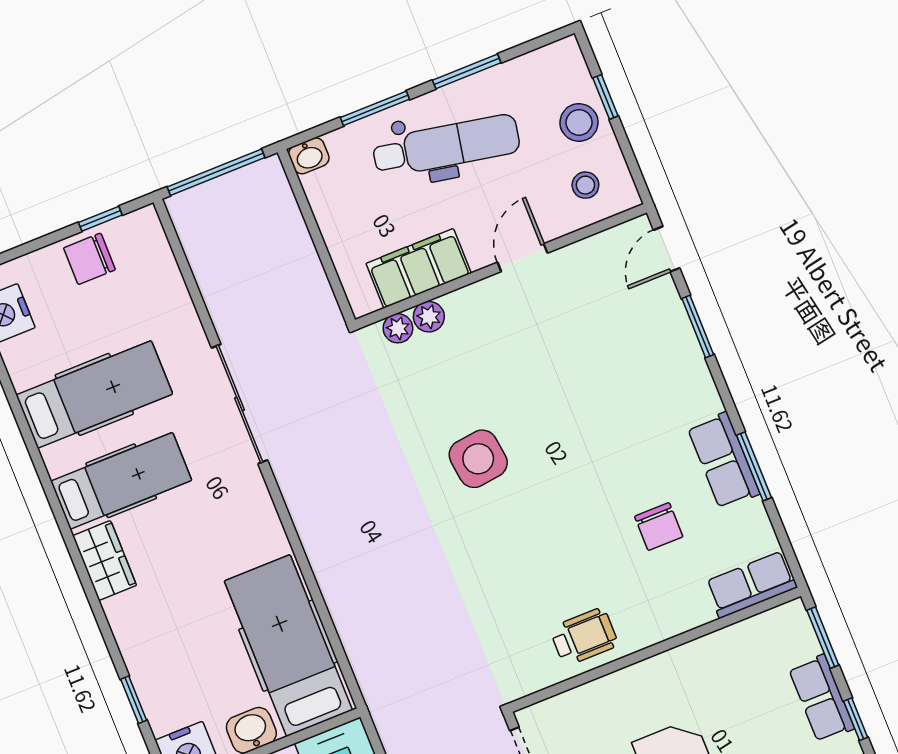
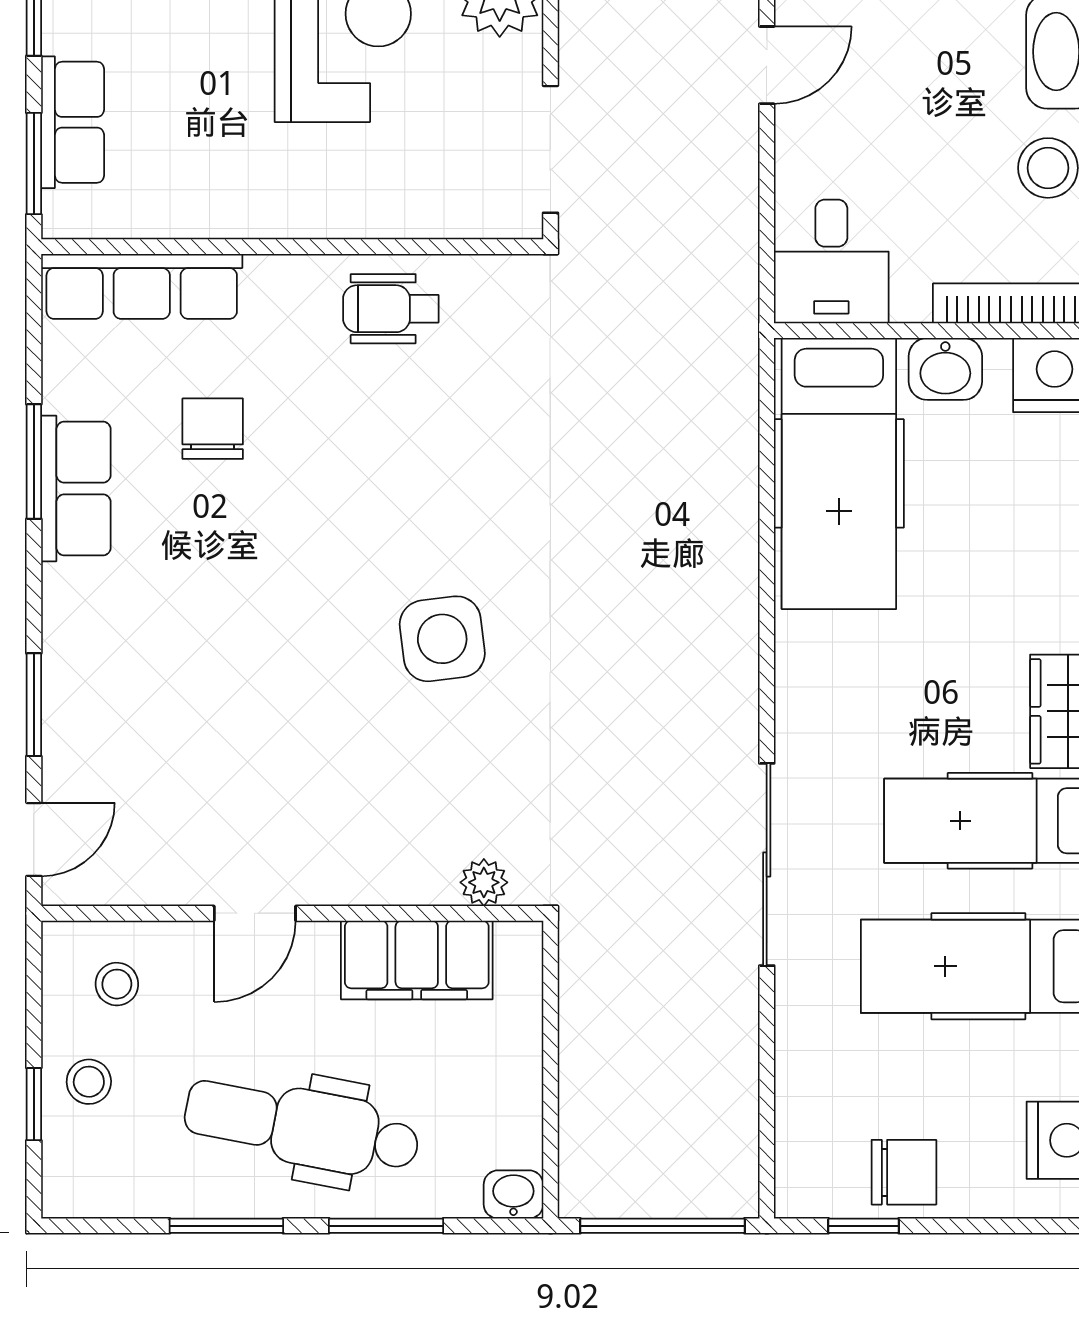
stool: (579, 122) -> (89, 1082), width x0.73, depth x0.73
plant: (429, 317) -> (431, 881), removed
row of seats: (751, 584) -> (142, 286), width x1.48
row of seats: (821, 698) -> (73, 122), moved

